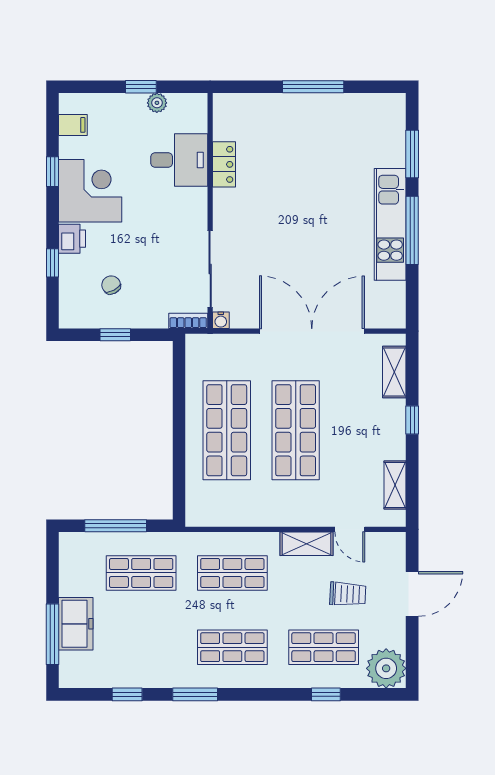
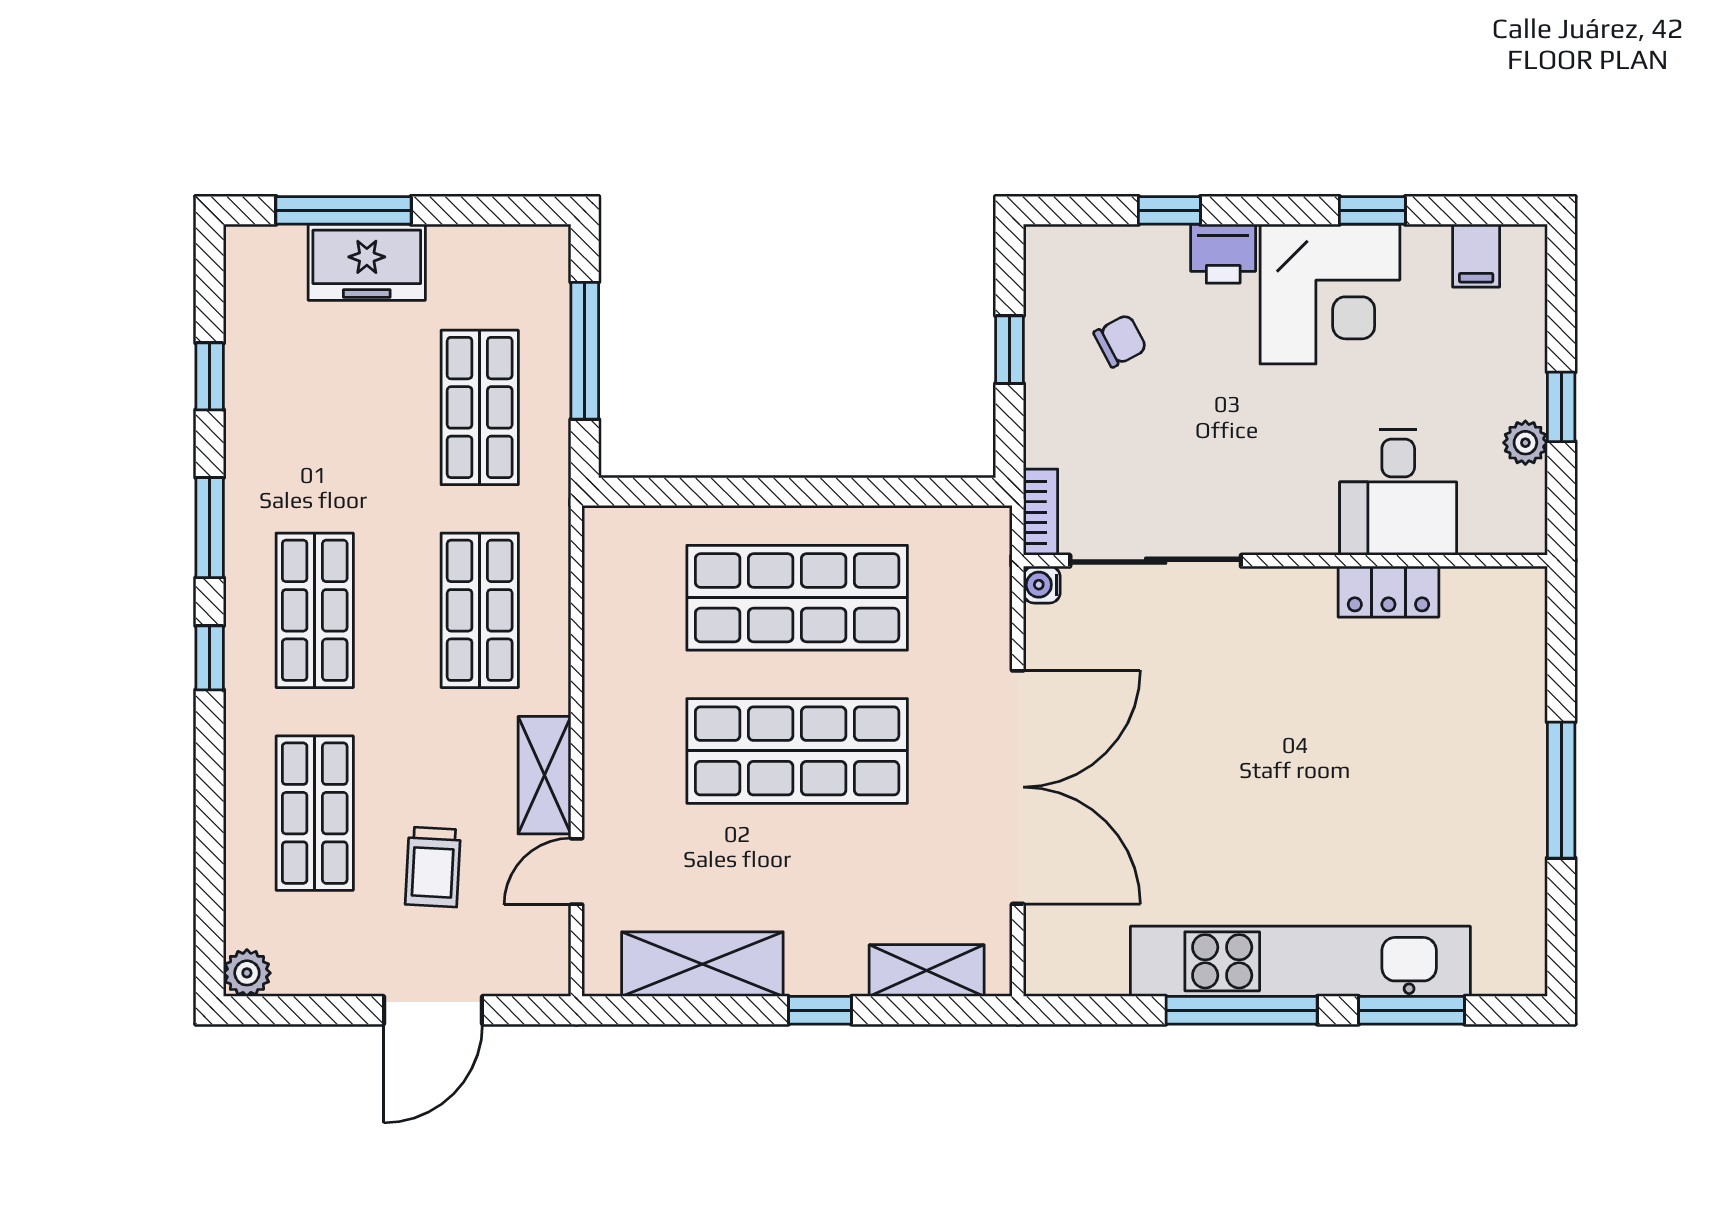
kitchen unit: (390, 224) -> (1300, 961), width x1.36
shelving: (395, 485) -> (702, 964), width x1.50, depth x1.33
door: (412, 594) -> (433, 1010), hinge flipped
plant: (386, 668) -> (247, 973), width x0.53, depth x0.53
window: (326, 694) -> (210, 658), moved

